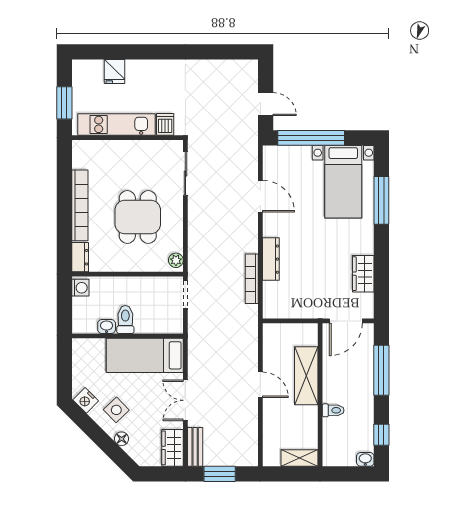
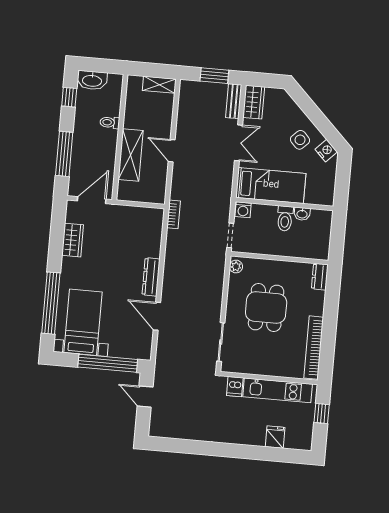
window: (64, 103) -> (322, 414), width x0.67
window: (381, 200) -> (51, 303), width x1.46
bookcase: (80, 205) -> (314, 348), moved
dresser: (271, 259) -> (151, 277), moved
bookcase: (252, 279) -> (174, 214), moved, width x0.64
washing machine: (80, 288) -> (243, 210), moved, turned -90
floor lamp: (122, 439) -> (298, 114), removed
shelving: (299, 458) -> (159, 85), moved
washbasin: (365, 459) -> (92, 80), width x1.91, depth x1.45

